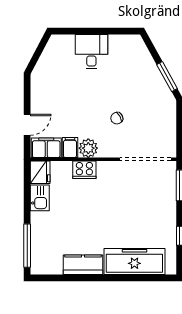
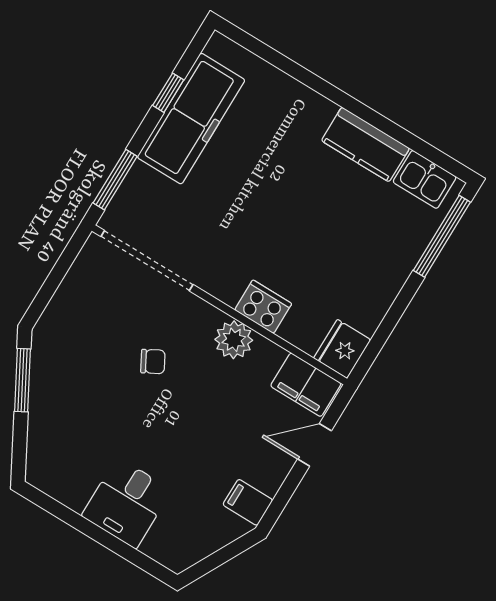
filing cabinet: (70, 148) -> (248, 502), moved, turned 90
kitchen sink: (40, 198) -> (425, 179), moved, turned -90
freezer: (134, 261) -> (191, 119), moved, turned -90

